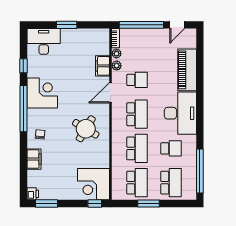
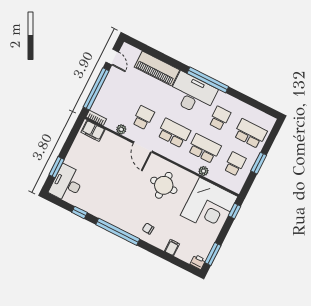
window: (67, 25) -> (57, 167), moved
plant: (116, 54) -> (203, 171), moved
filing cabinet: (102, 66) -> (93, 131), moved
corner desk: (42, 93) -> (112, 208), removed
round table: (86, 129) -> (164, 185), turned -31
filing cabinet: (34, 159) -> (172, 248), width x0.50
window: (200, 171) -> (208, 80), moved
school desk: (137, 183) -> (235, 164), width x0.54
corner desk: (93, 184) -> (209, 206), width x1.36, depth x1.36

